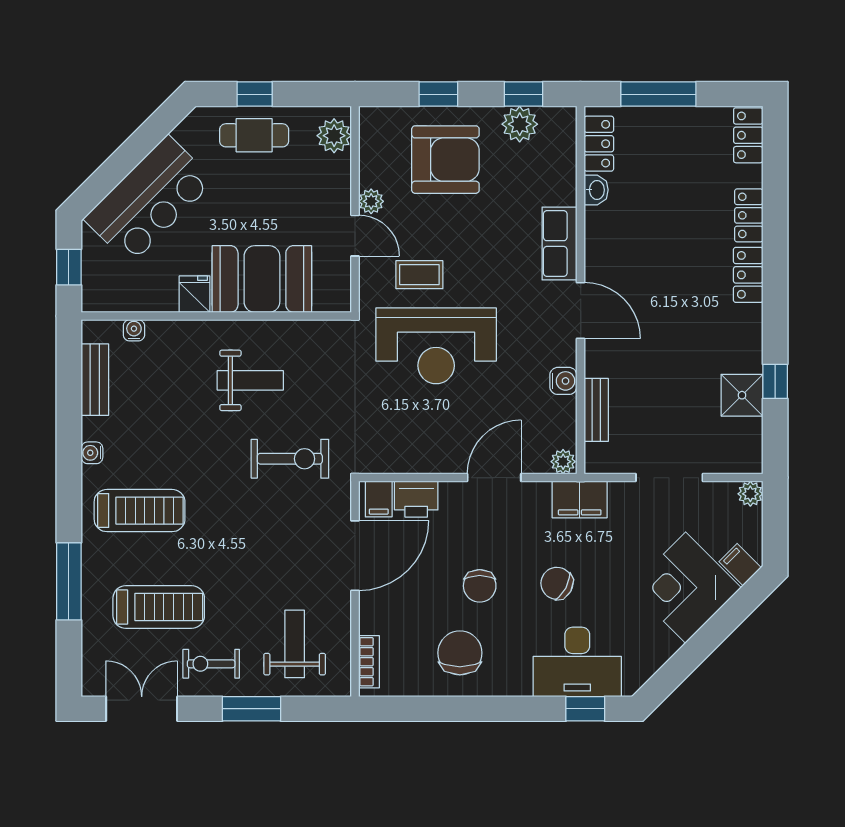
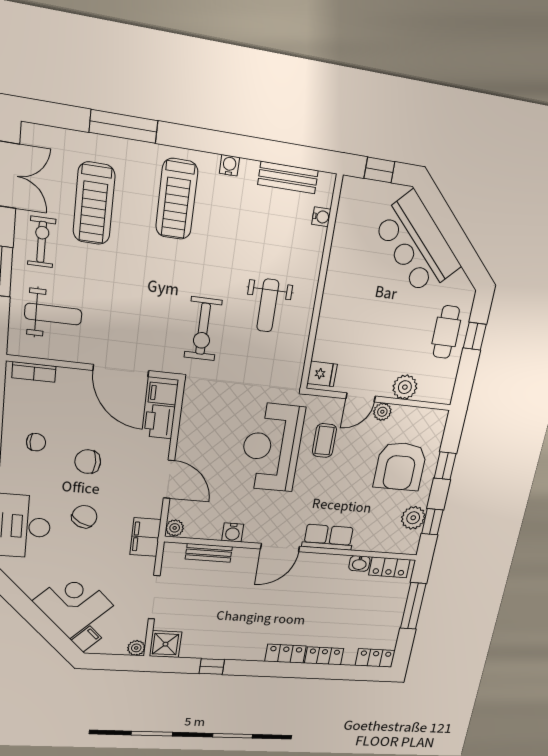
plant: (334, 136) -> (405, 387), moved
booth: (262, 279) -> (342, 324), removed
fridge: (195, 294) -> (322, 374), moved
shower: (742, 395) -> (165, 644), moved
chair: (460, 653) -> (36, 442), width x0.54, depth x0.54

